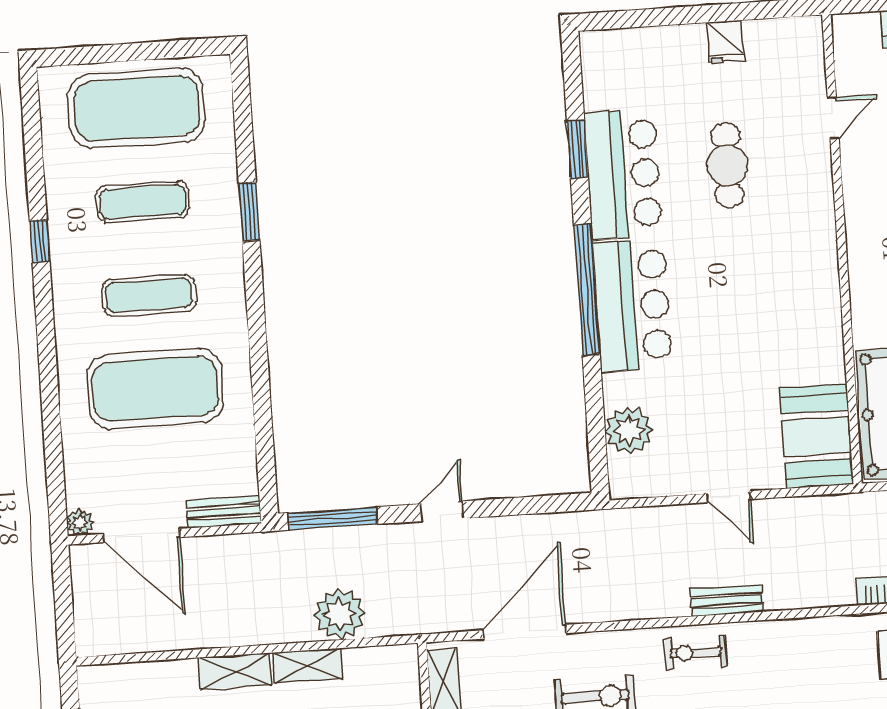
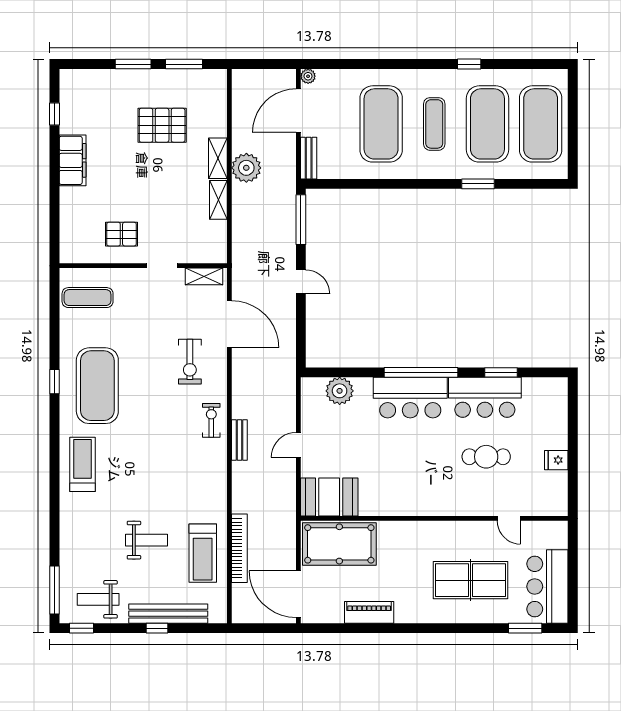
exercise mat: (143, 202) -> (487, 124), width x2.00, depth x1.45
plant: (340, 614) -> (246, 168), moved

